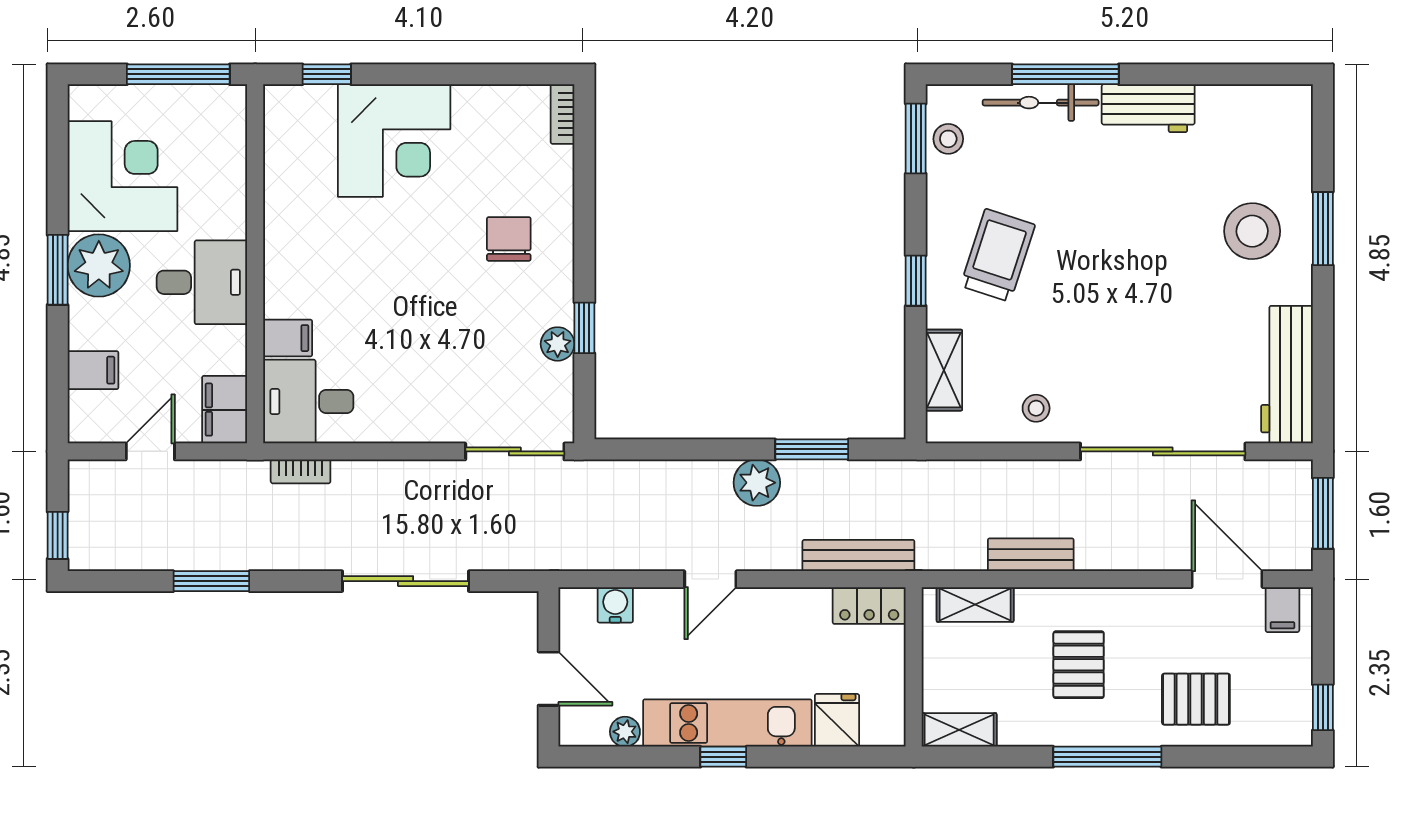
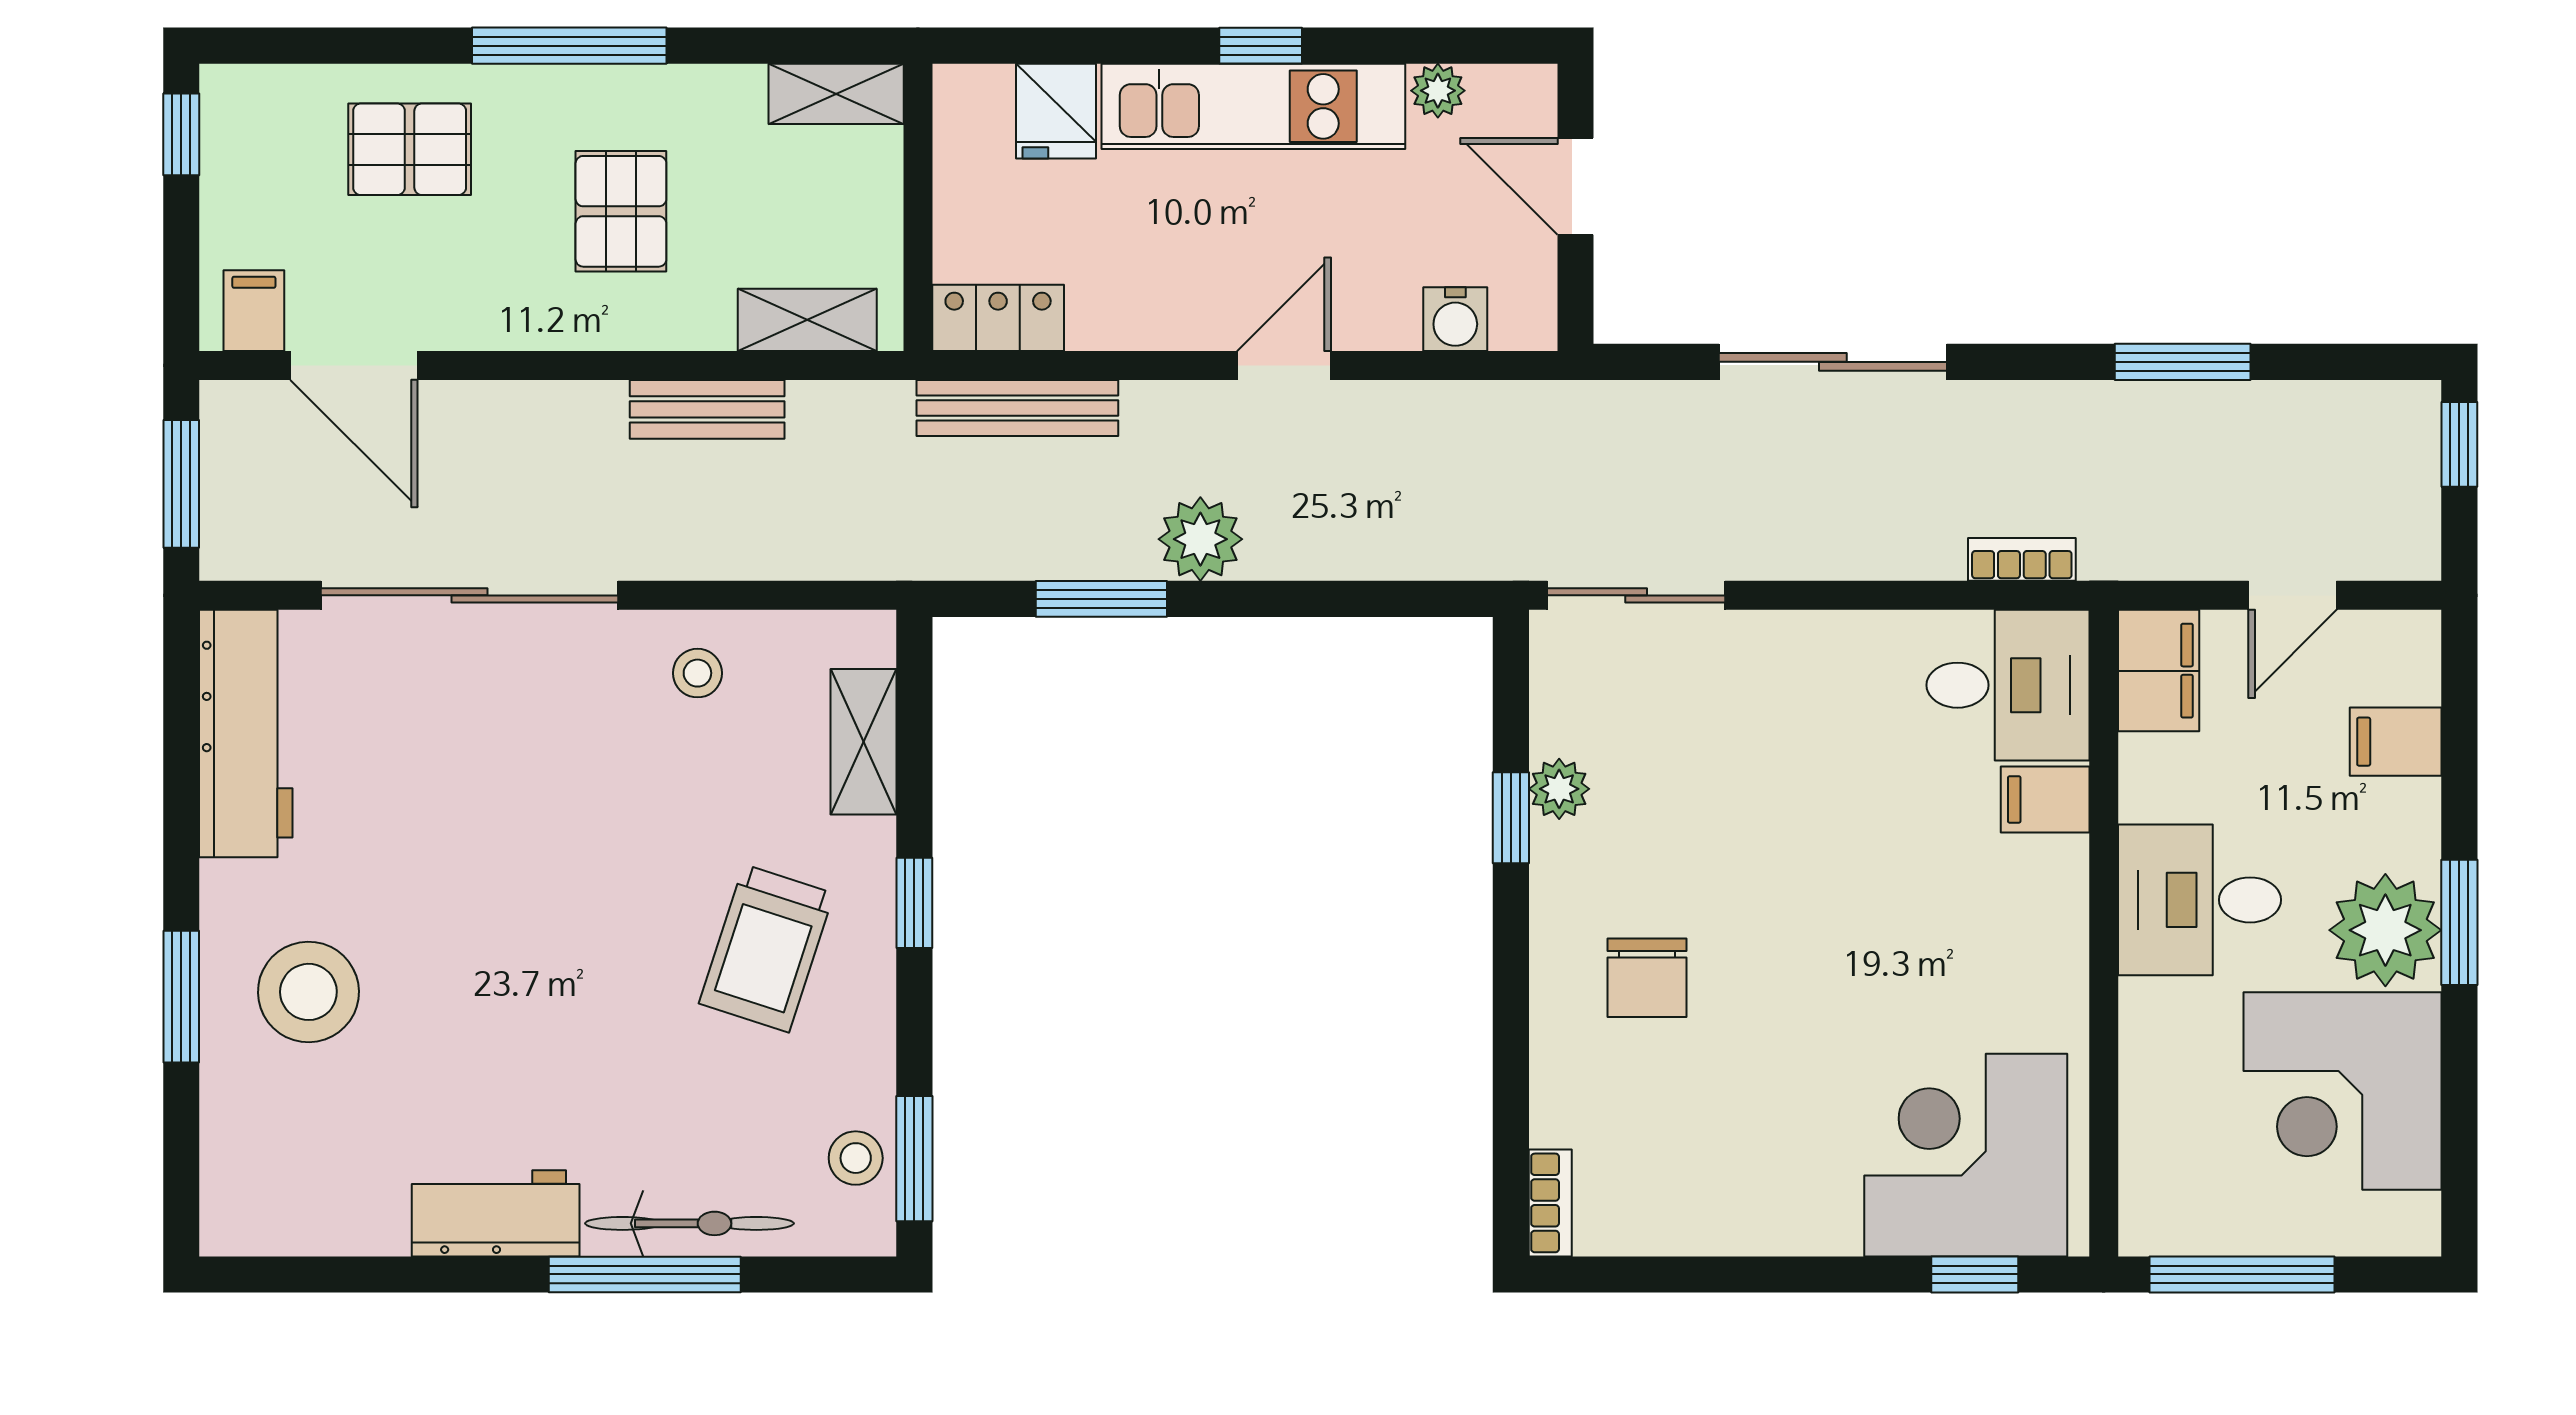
corner desk: (394, 141) -> (1966, 1155), moved

